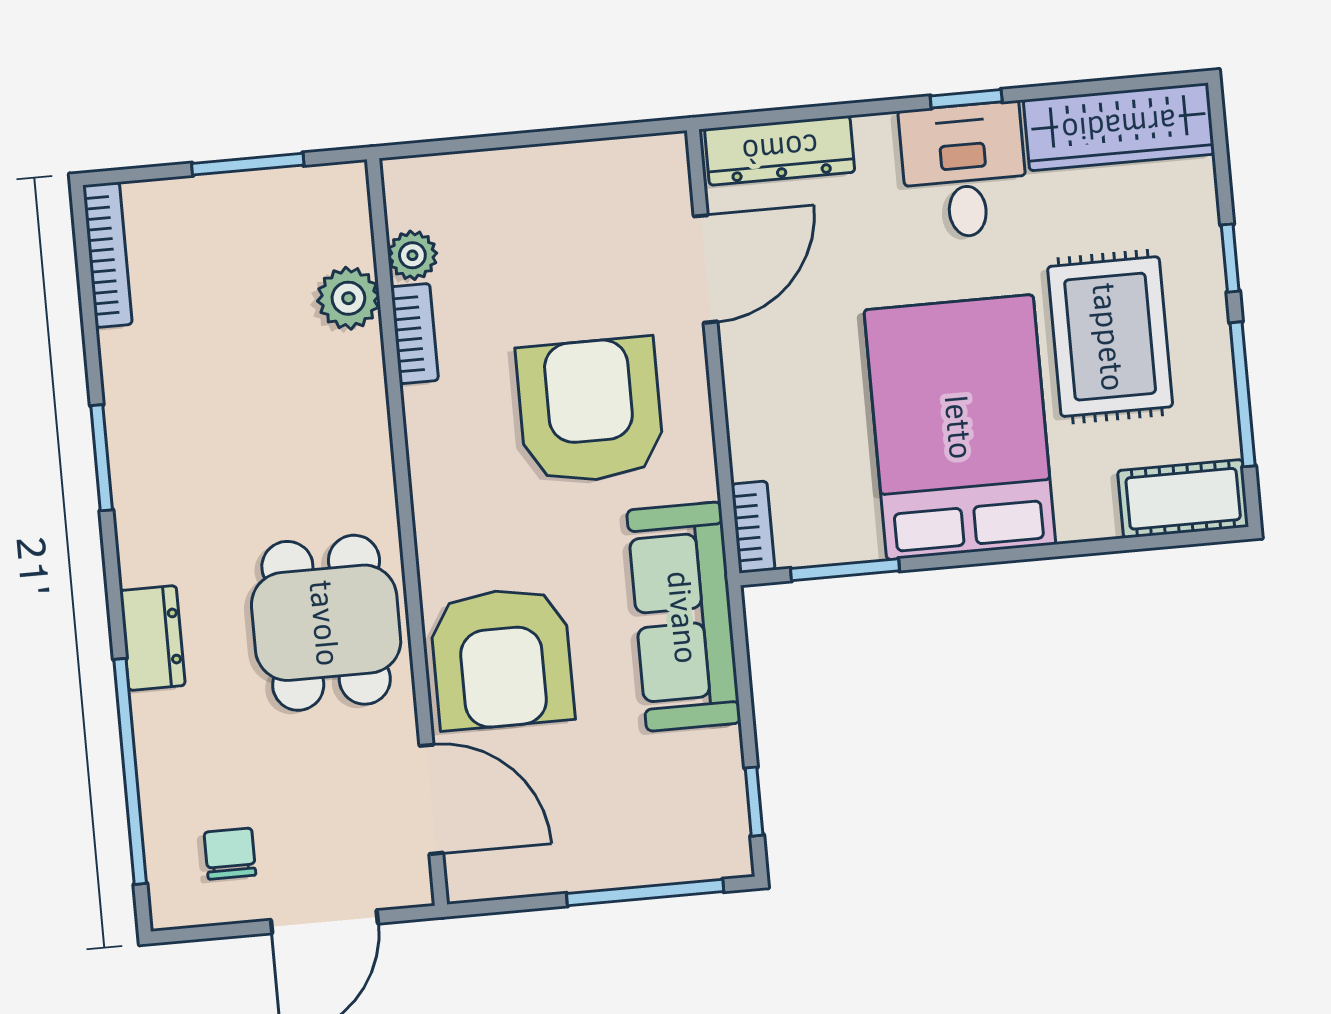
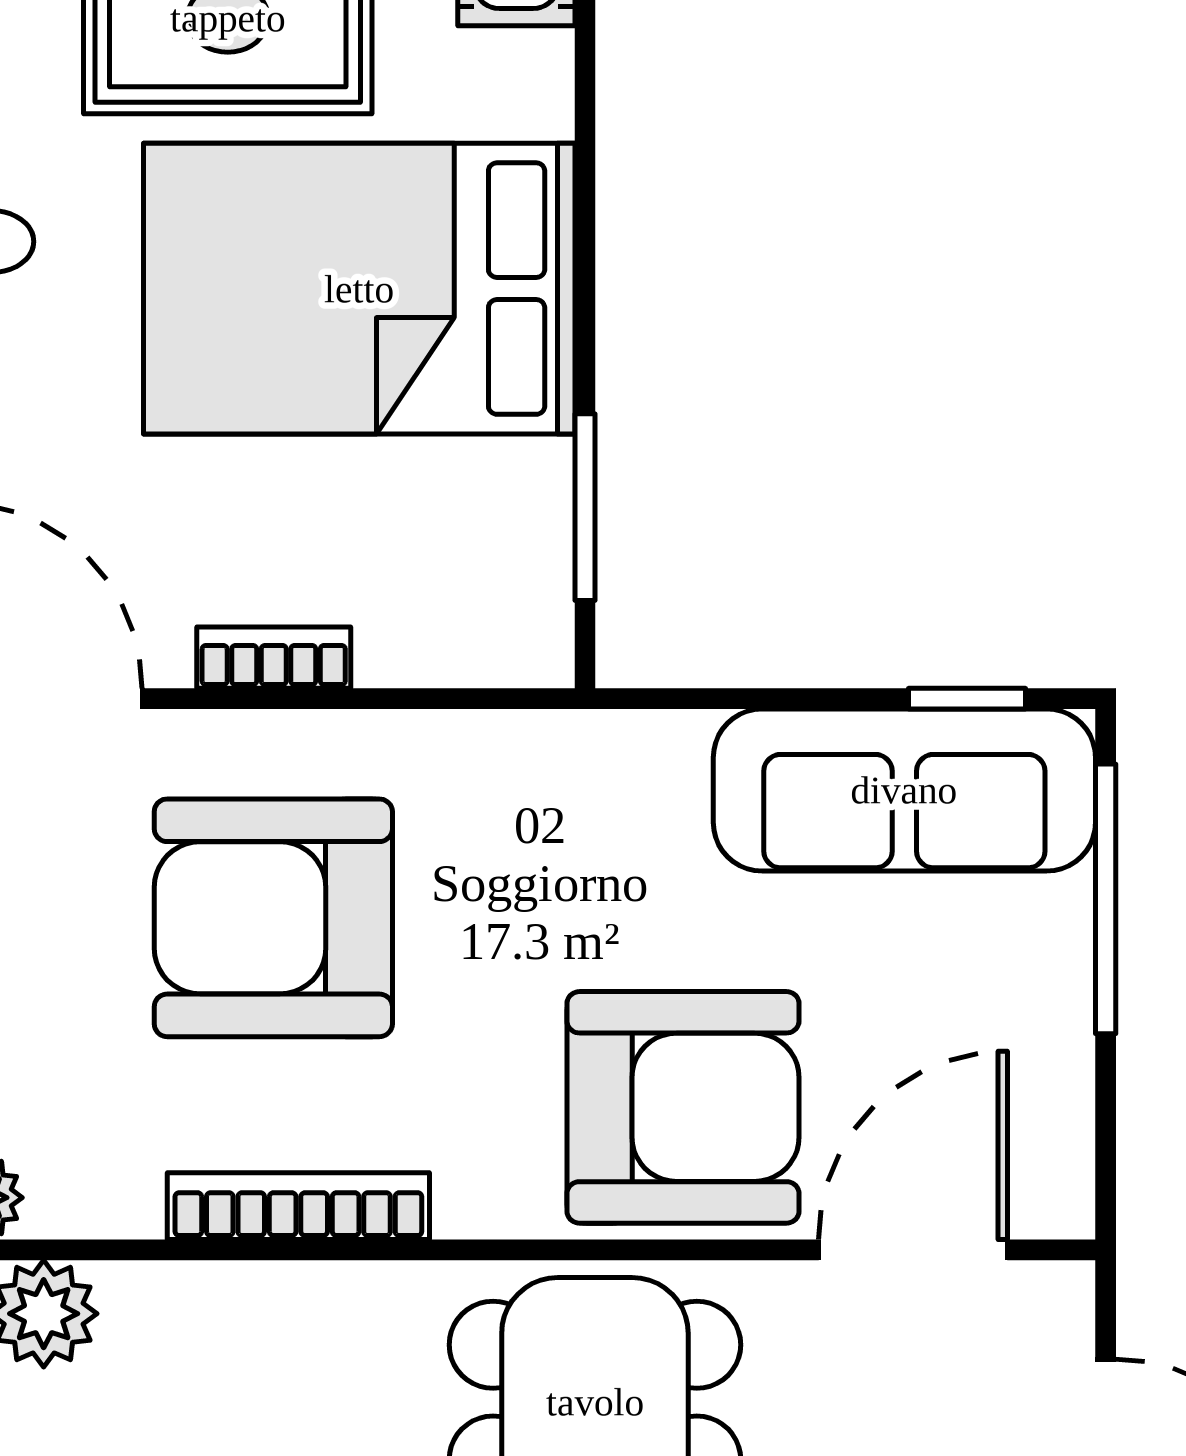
bookcase: (415, 334) -> (298, 1206), moved, width x1.56
bookcase: (753, 527) -> (274, 658), moved
sofa: (684, 617) -> (904, 790), moved

